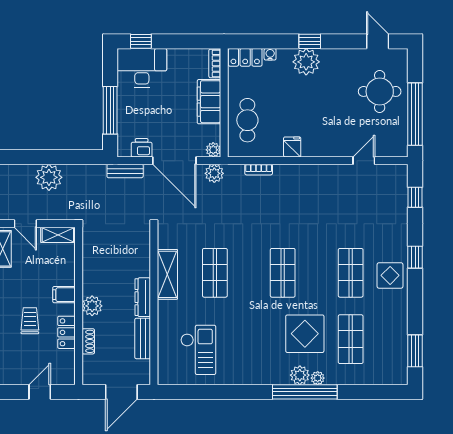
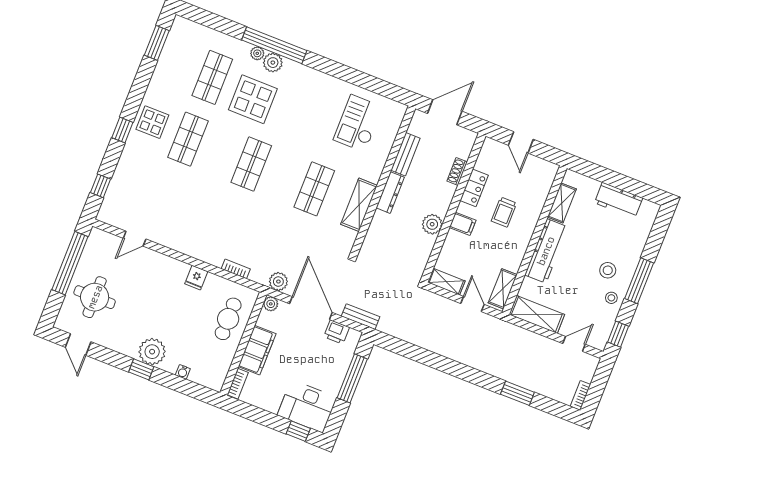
locker: (245, 57) -> (207, 378), removed
plant: (49, 177) -> (434, 338), removed
plant: (92, 306) -> (432, 224), moved
door: (40, 392) -> (521, 142), hinge flipped

